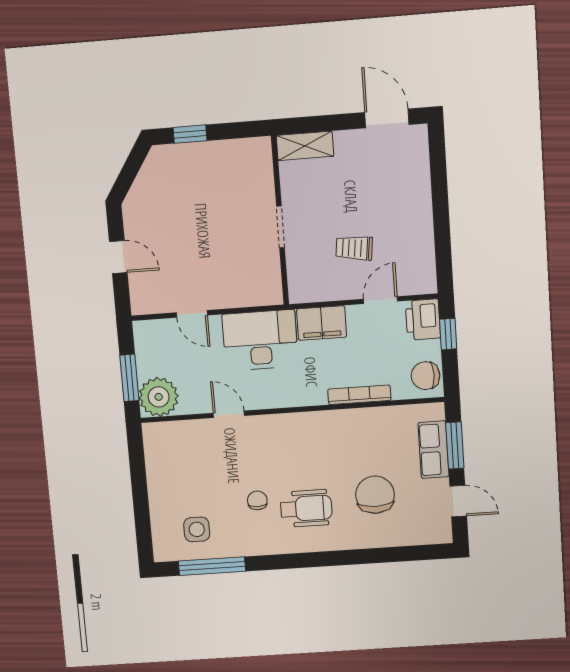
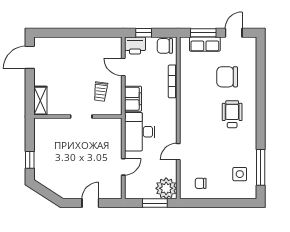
trolley: (354, 248) -> (101, 92), moved
chair: (425, 376) -> (165, 46), turned 90
chair: (257, 500) -> (201, 183), moved

